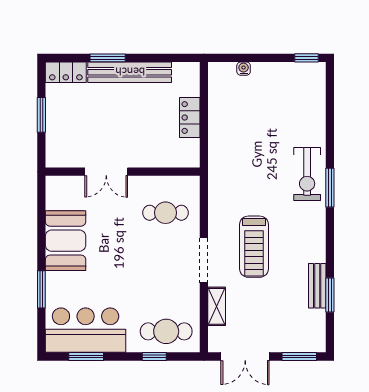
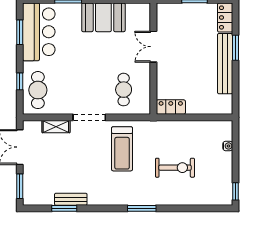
locker: (190, 117) -> (171, 107), moved
exercise bike: (307, 174) -> (175, 168), moved, turned 180
treadmill: (254, 247) -> (122, 149), moved, turned -90

